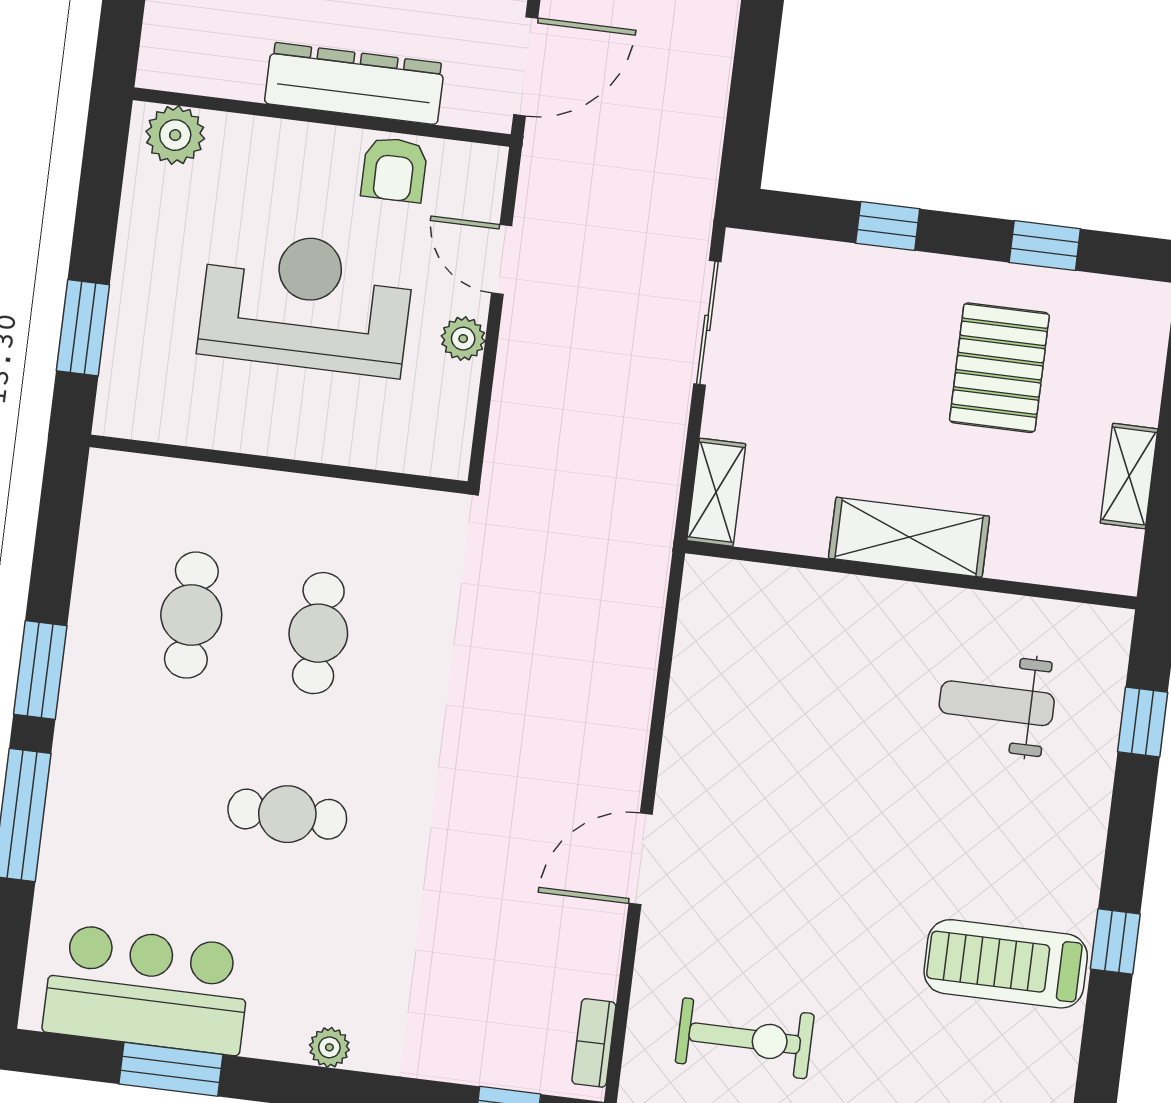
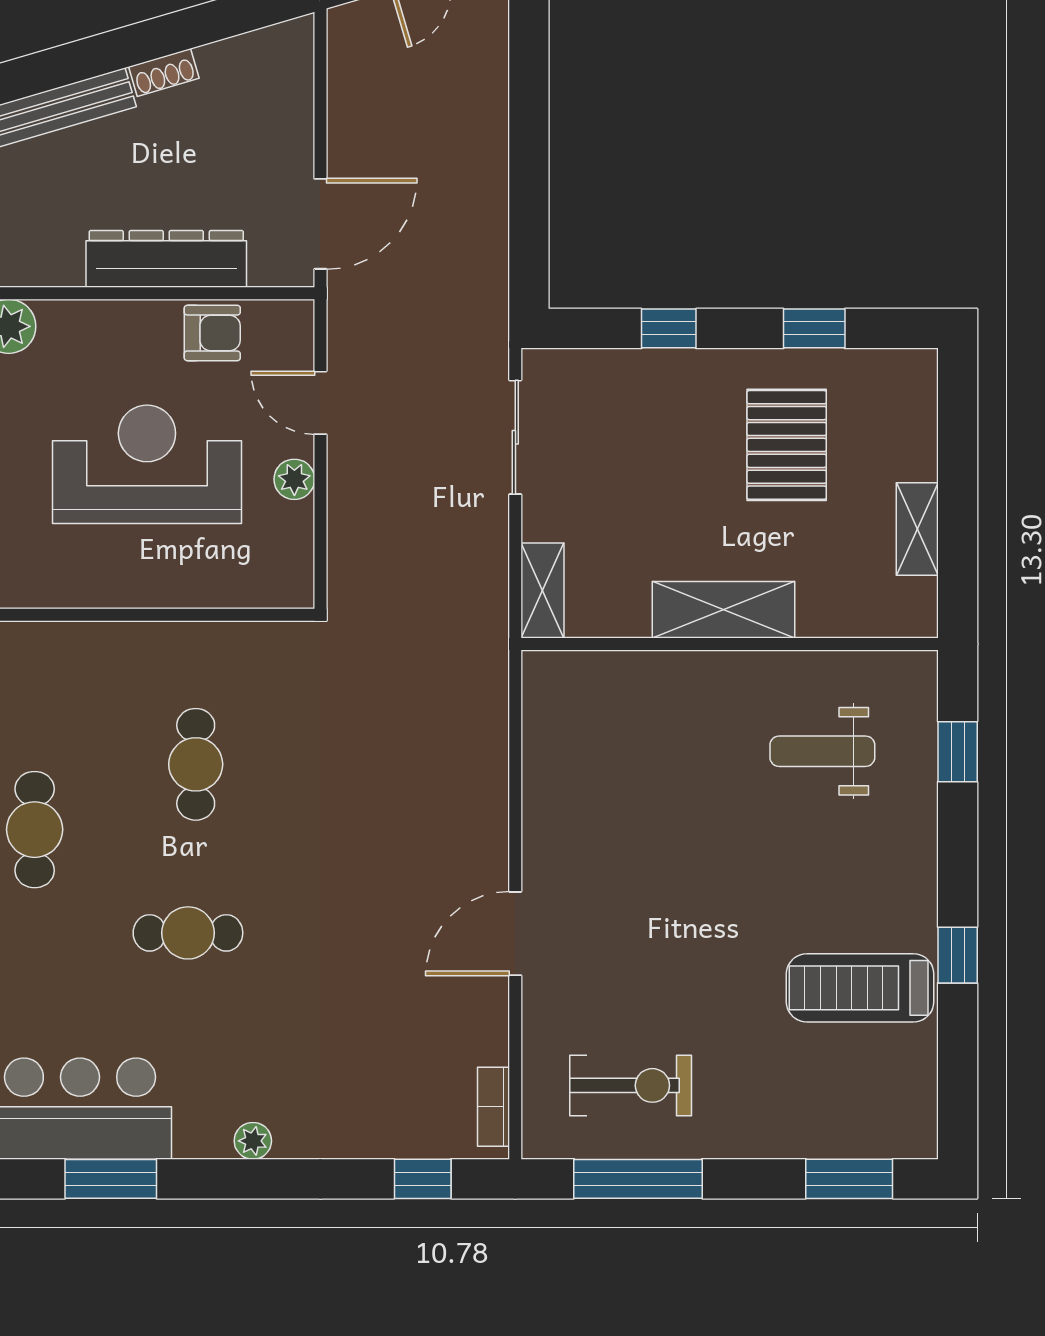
armchair: (394, 170) -> (212, 333), turned -90
cafe table: (191, 615) -> (35, 830), moved

